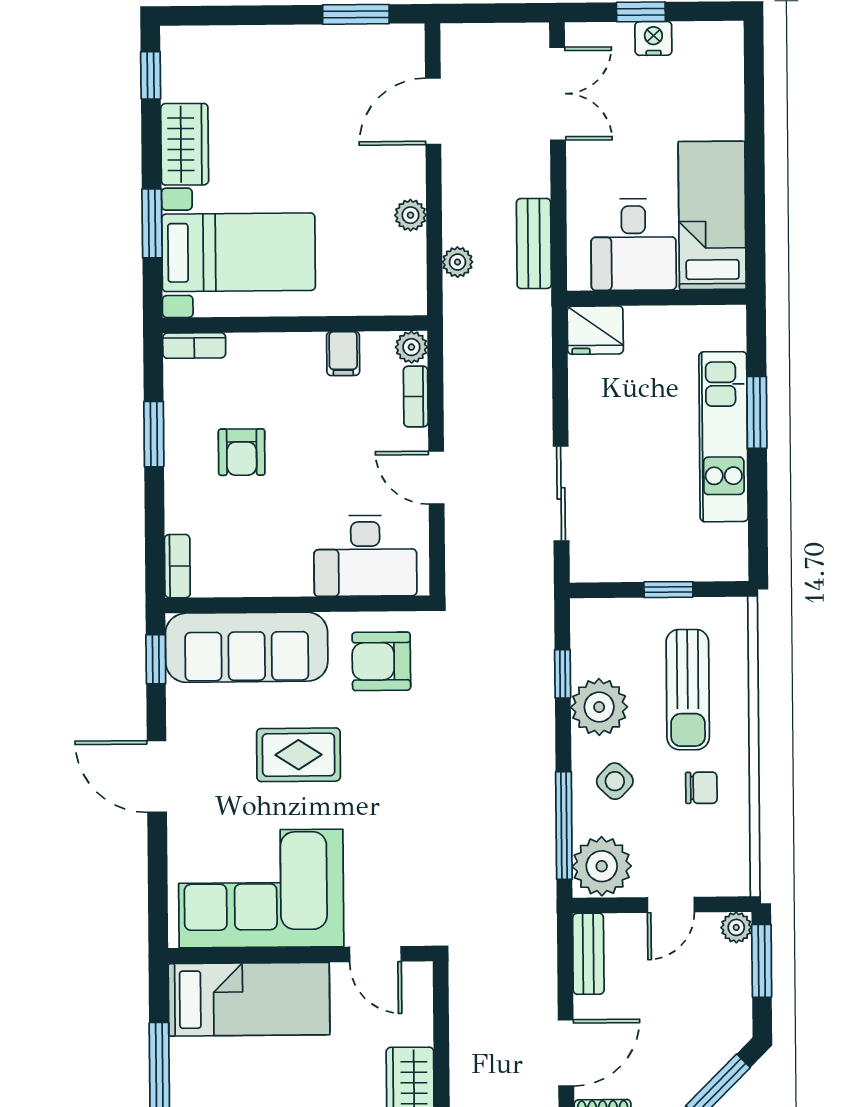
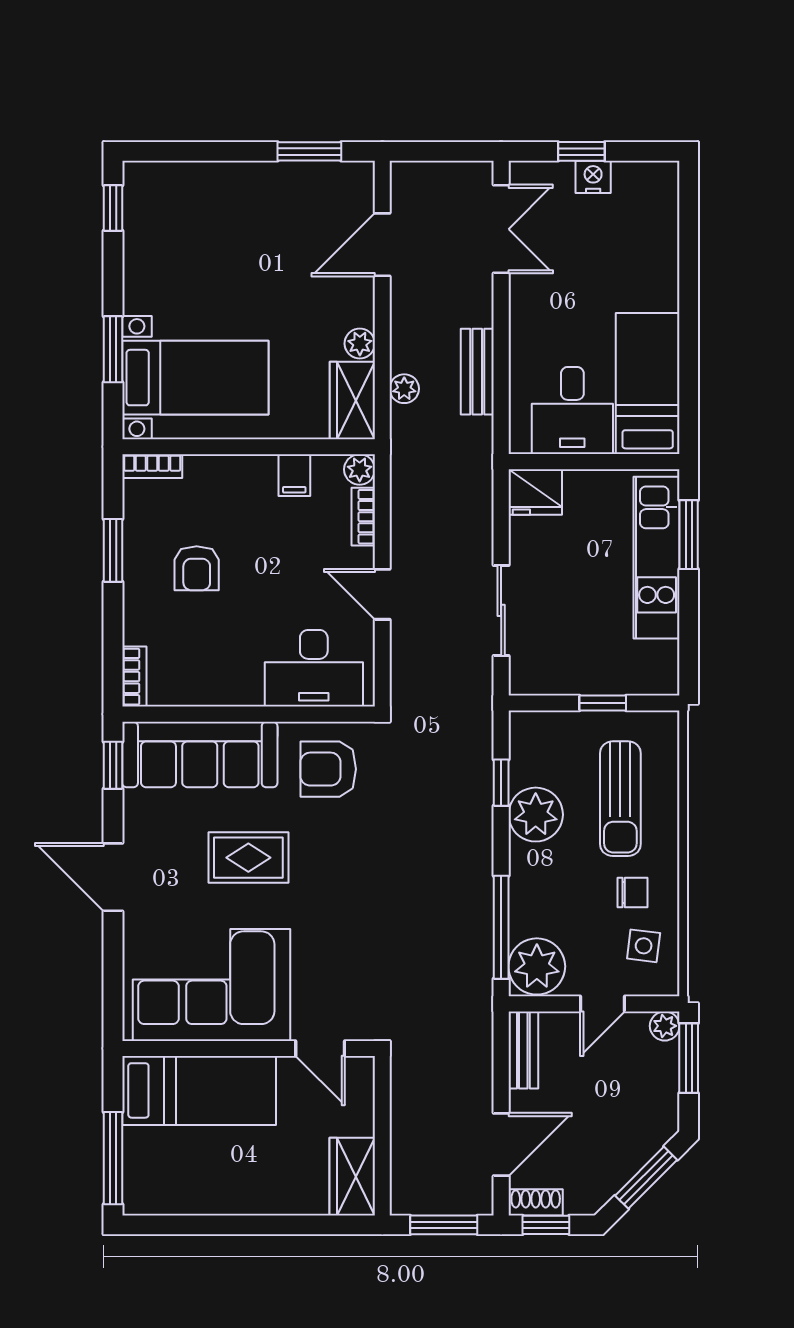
wardrobe: (185, 144) -> (352, 400), moved, turned 180
bed: (712, 215) -> (648, 384), moved
desk: (634, 244) -> (572, 410), moved
wall: (657, 298) -> (594, 462), moved
fridge: (595, 330) -> (535, 492), moved
side table: (615, 781) -> (644, 946), moved, turned -37

